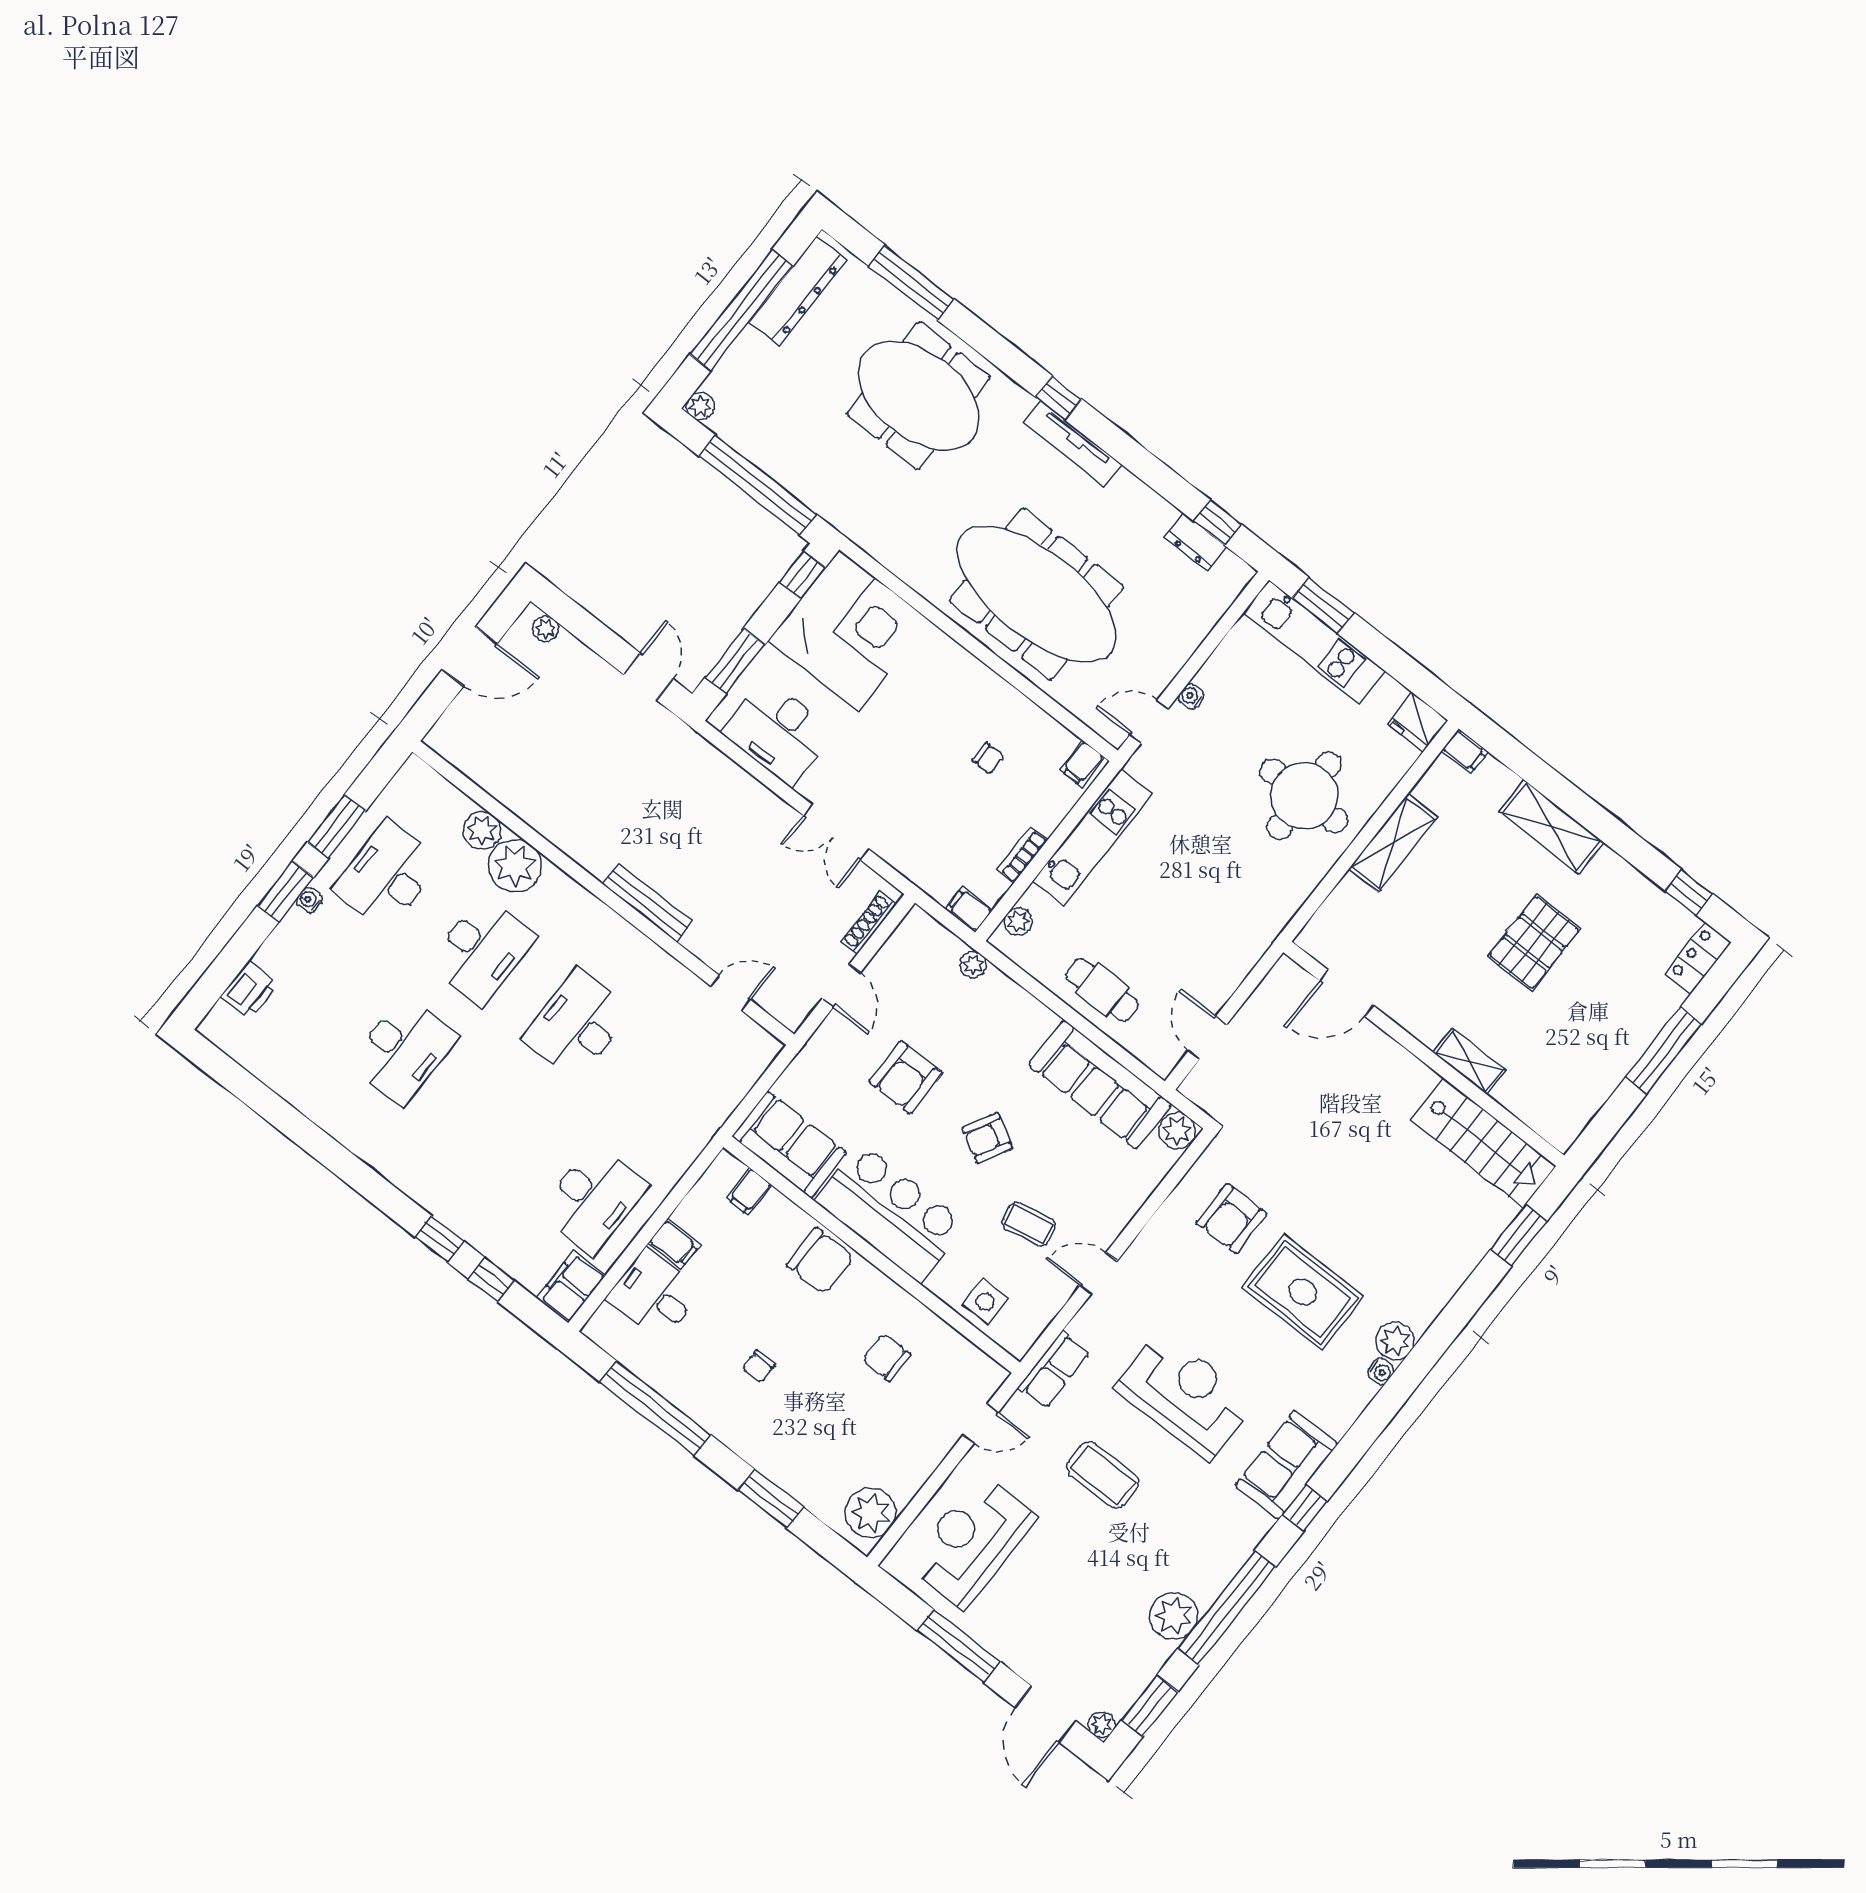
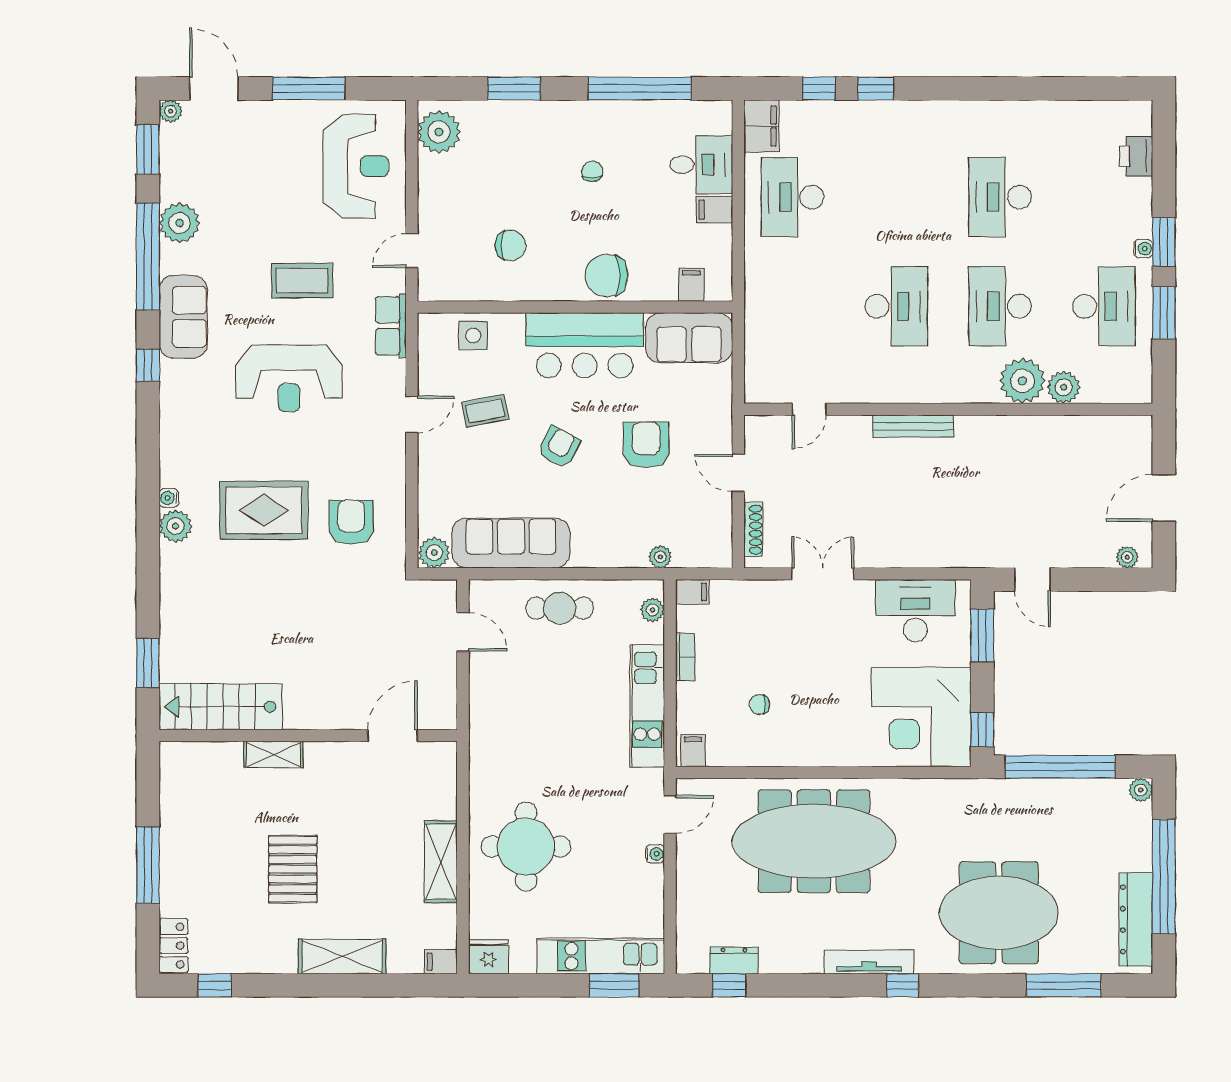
sofa: (1287, 1465) -> (183, 317), moved

